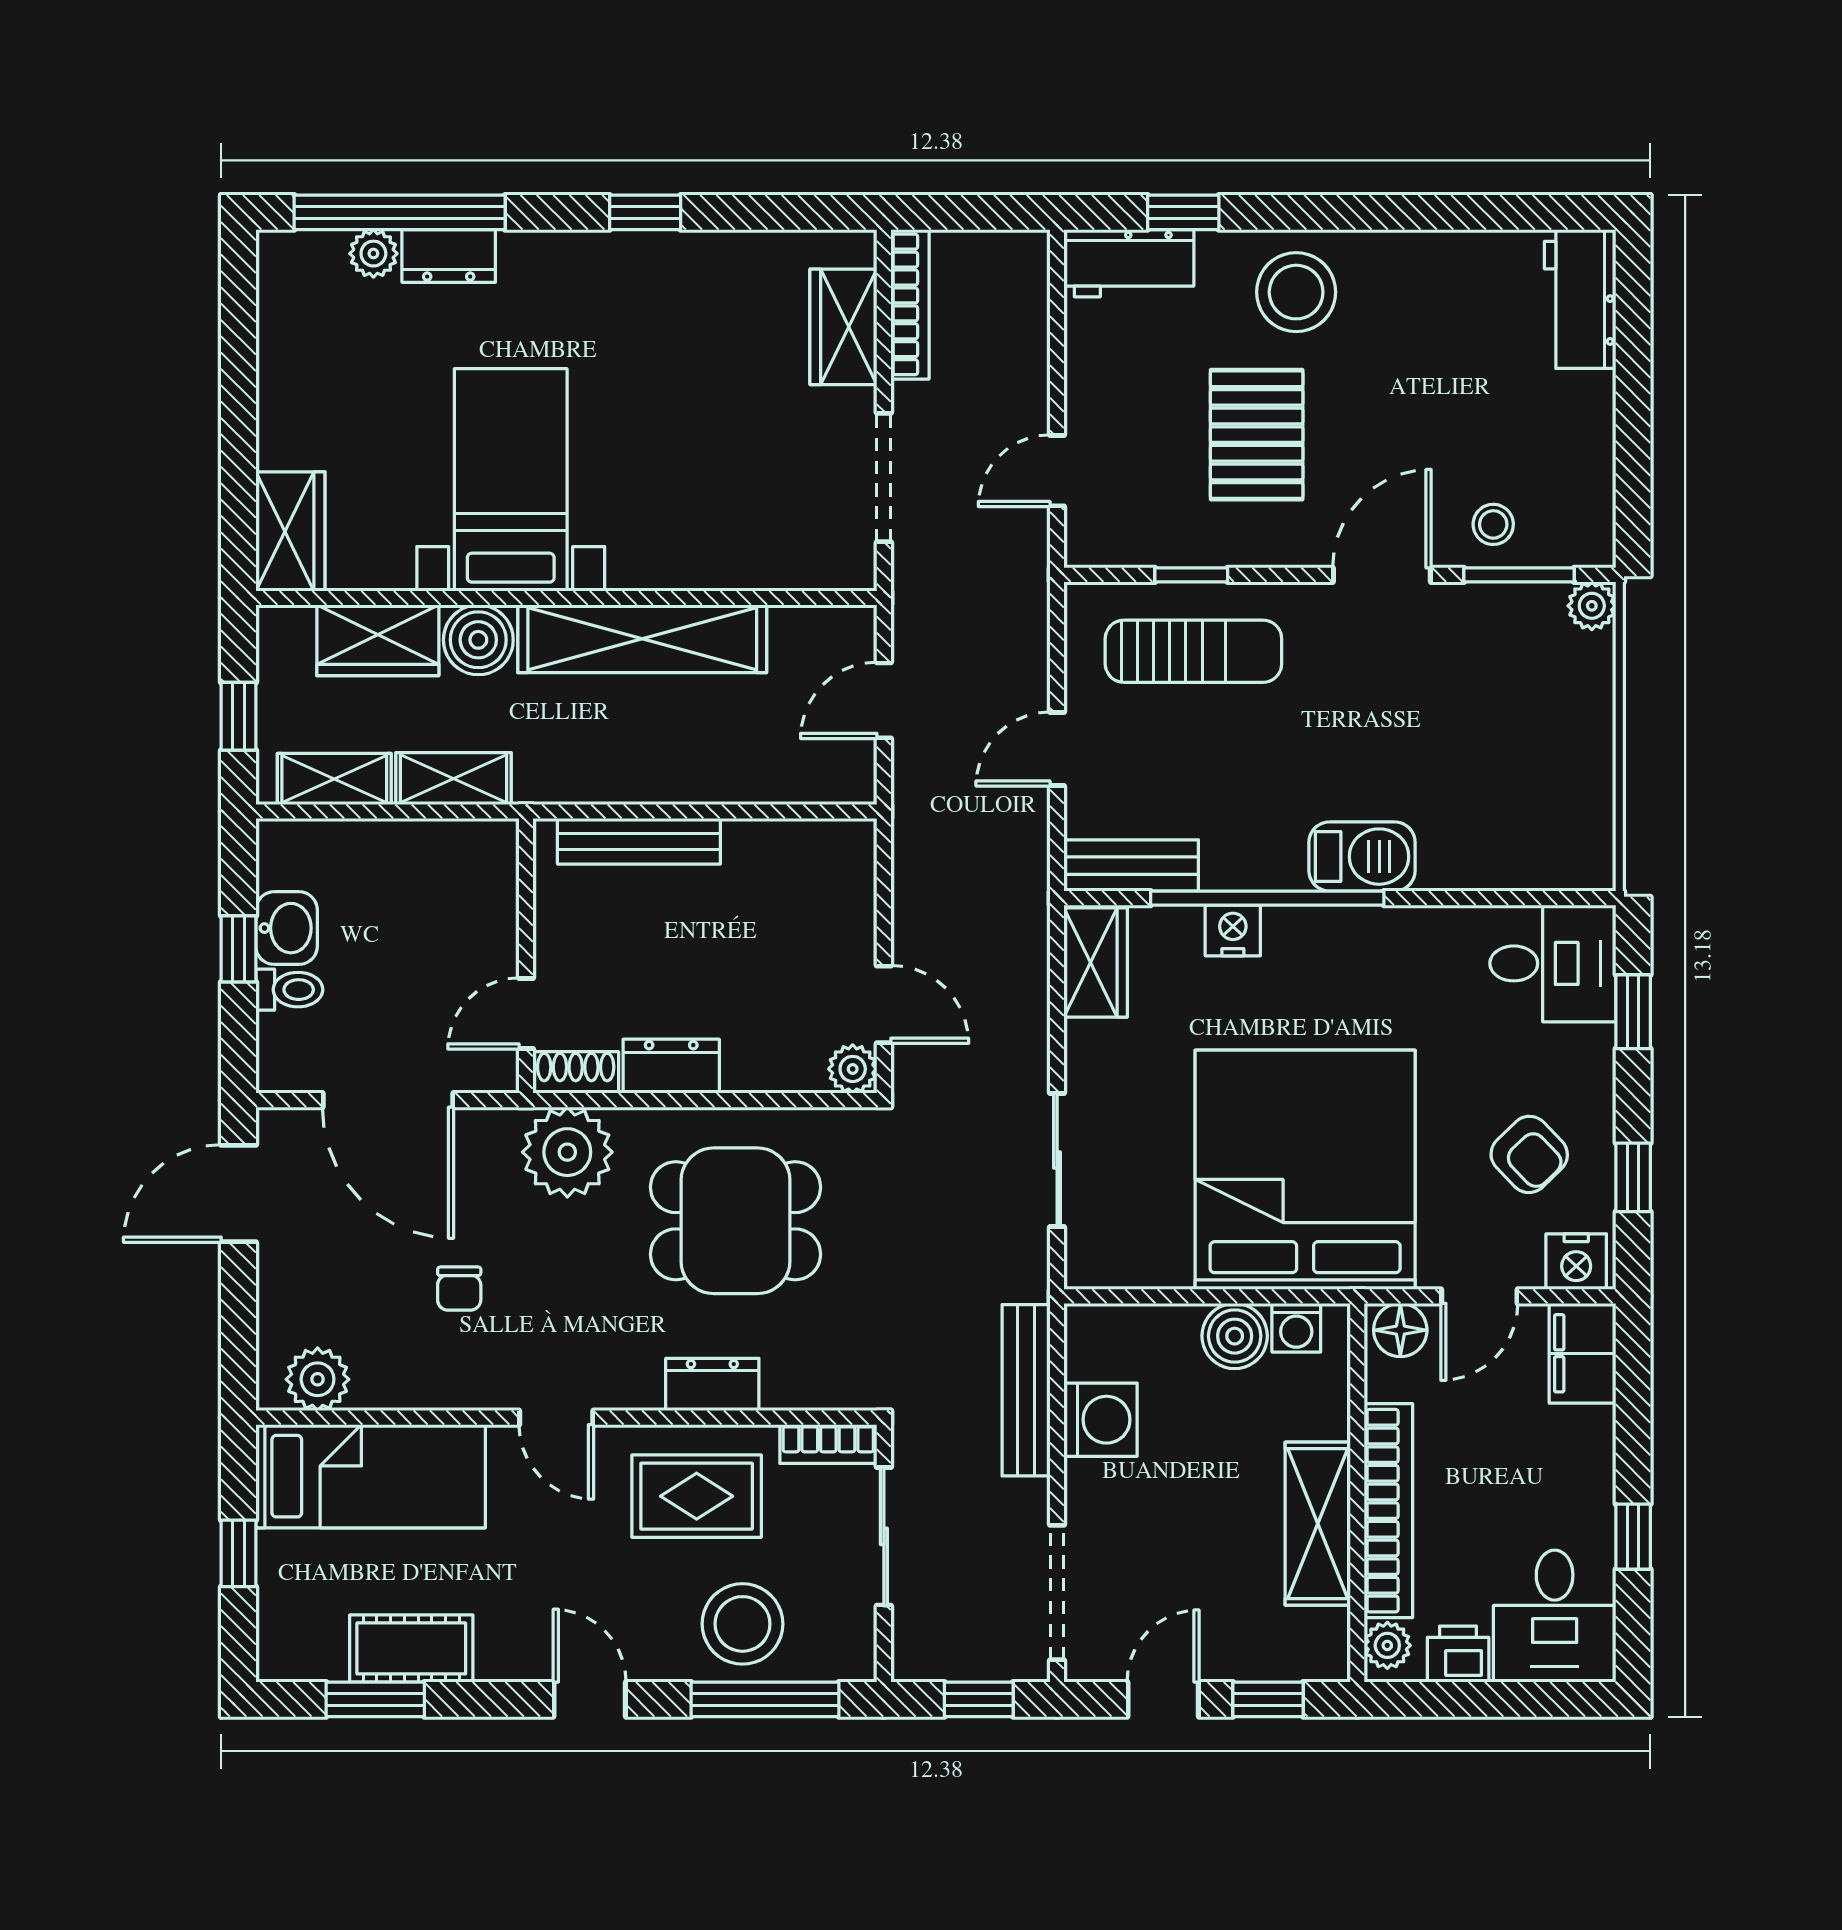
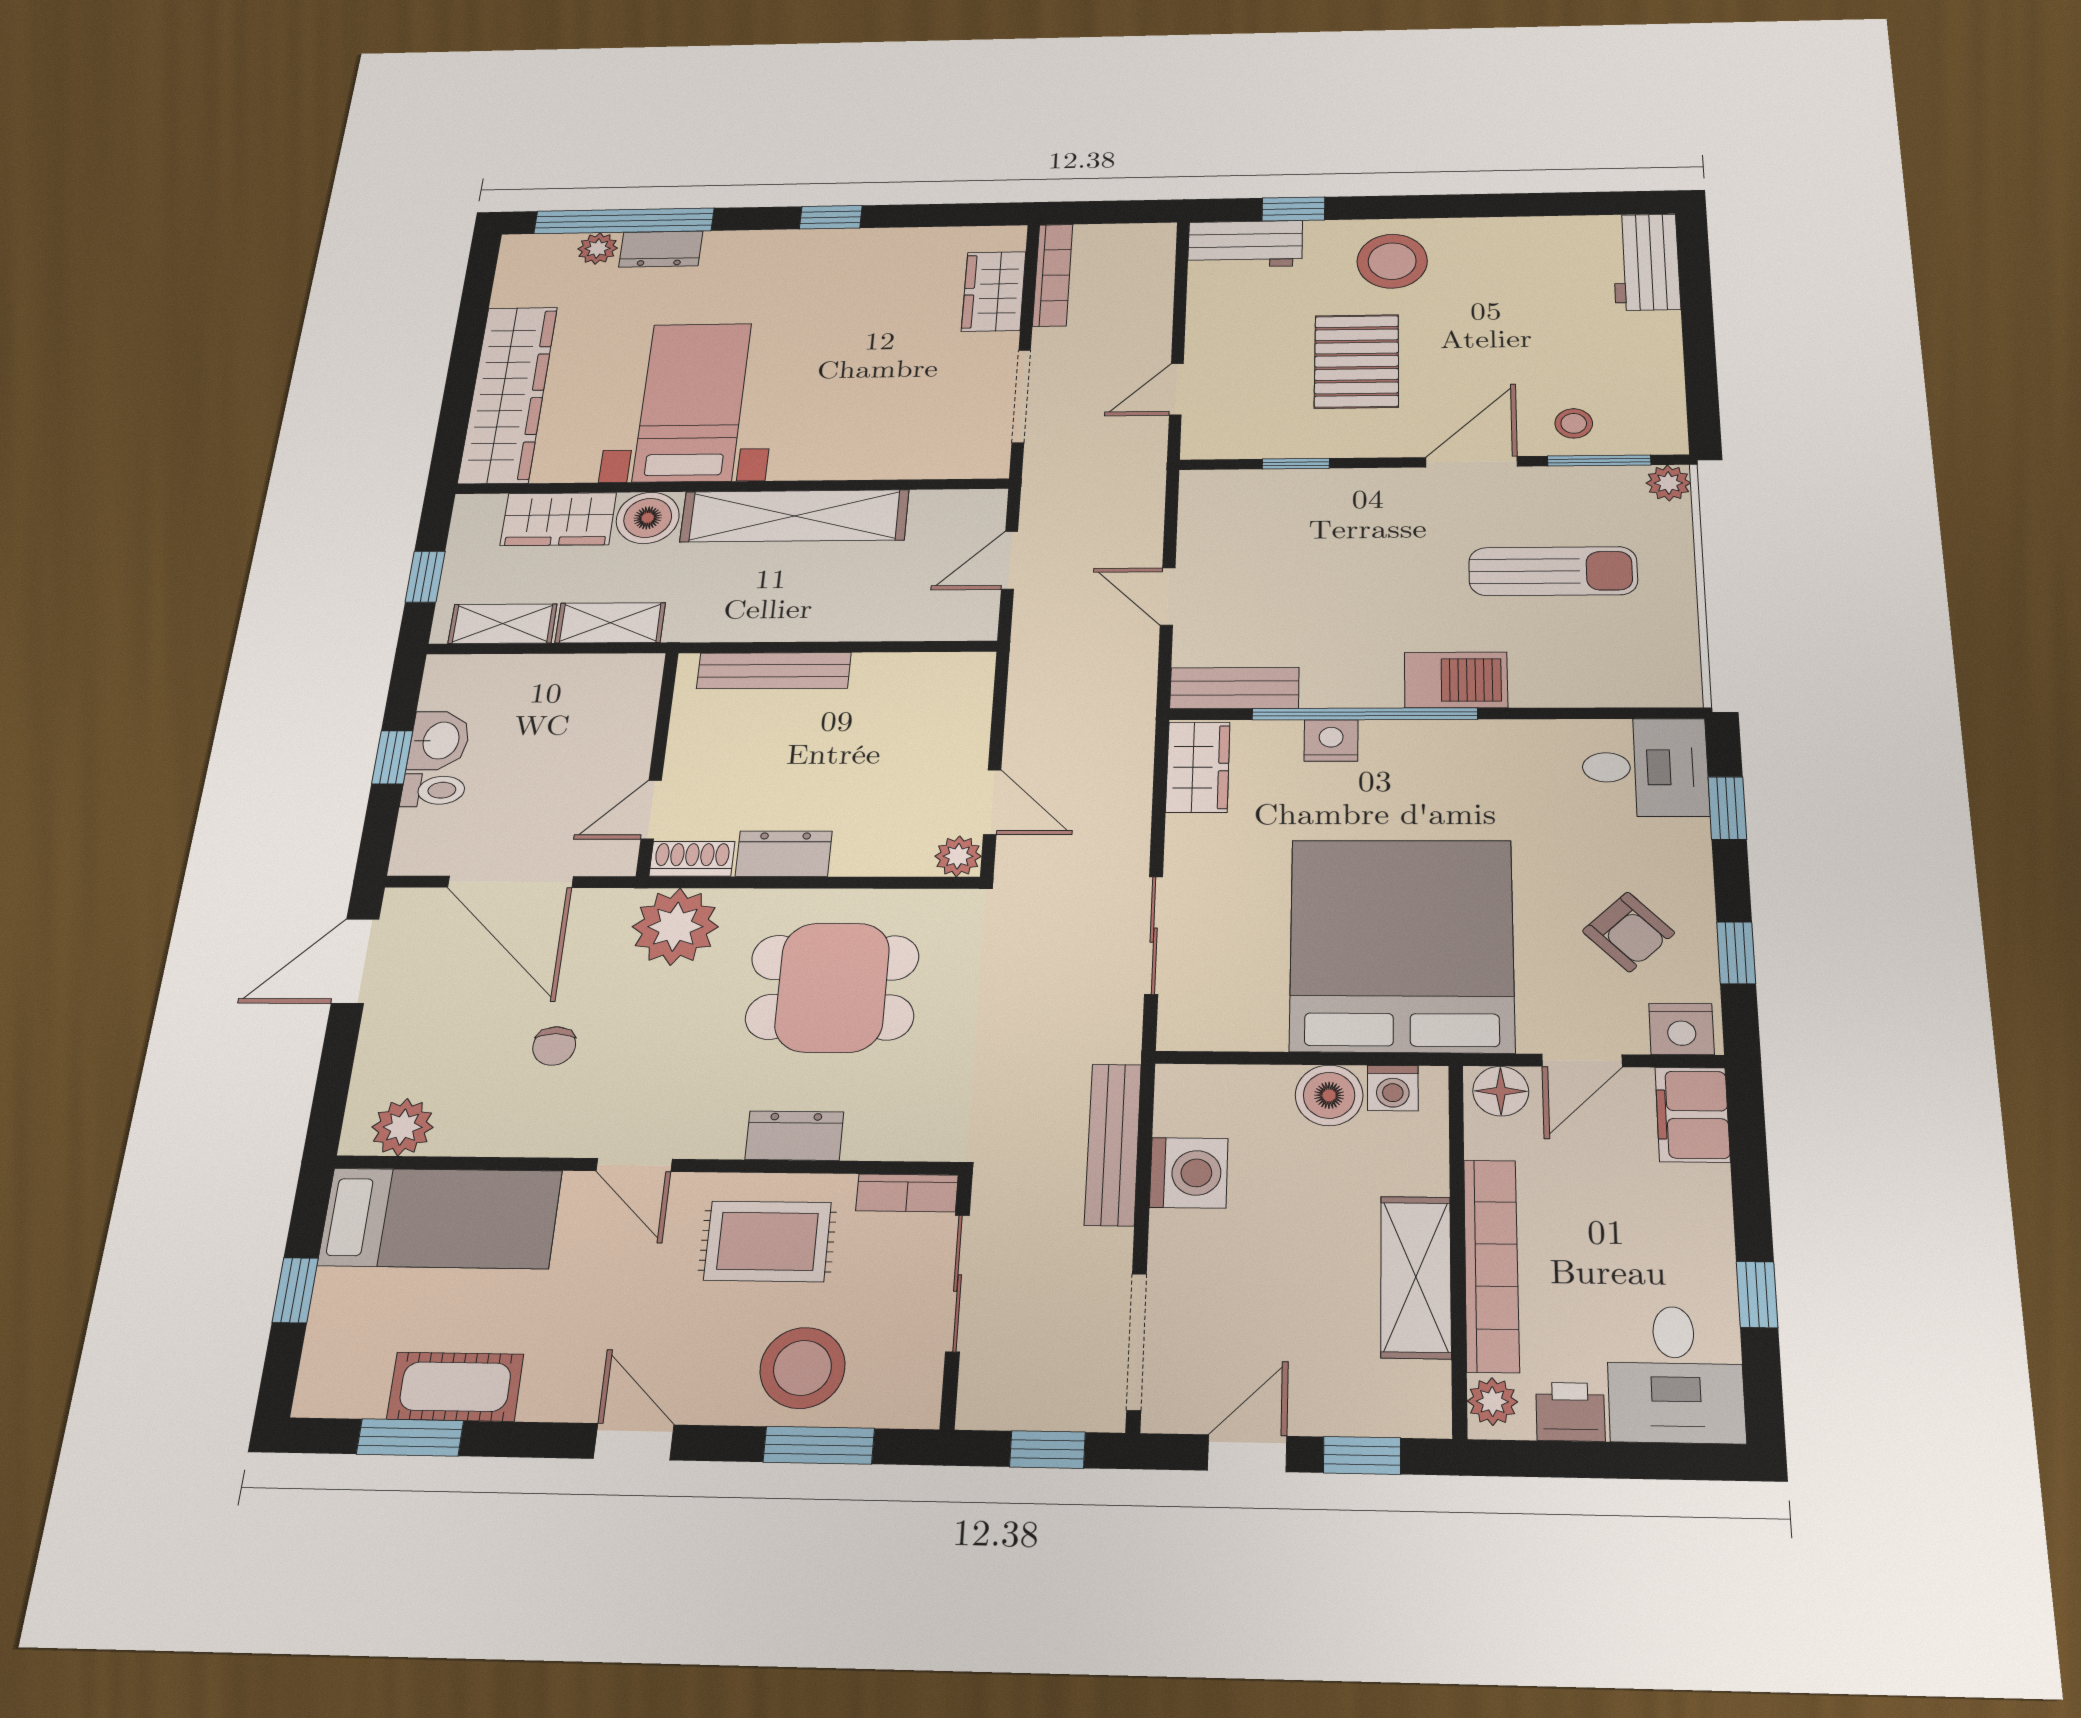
wardrobe: (290, 531) -> (508, 394), width x2.10, depth x1.17
sun lounger: (1193, 651) -> (1553, 571), moved
door: (1057, 749) -> (1168, 597), hinge flipped
window: (765, 1699) -> (819, 1445), width x0.69

